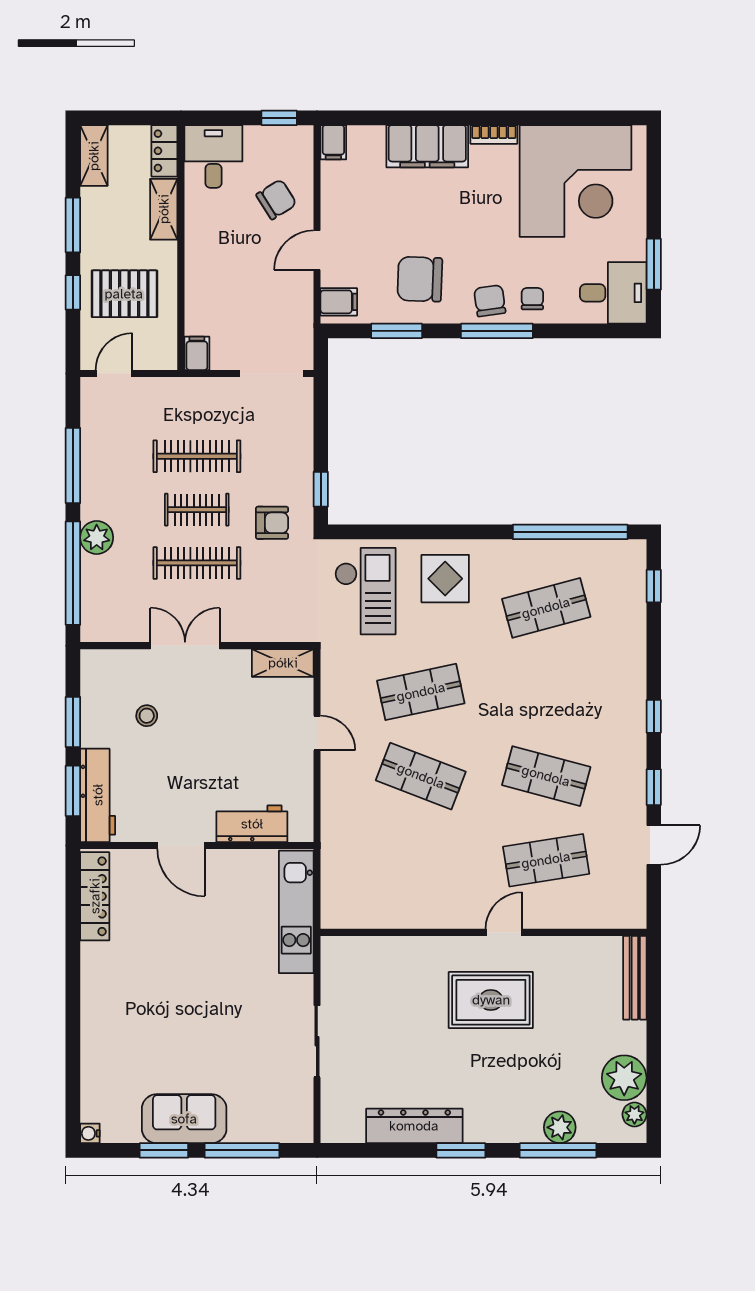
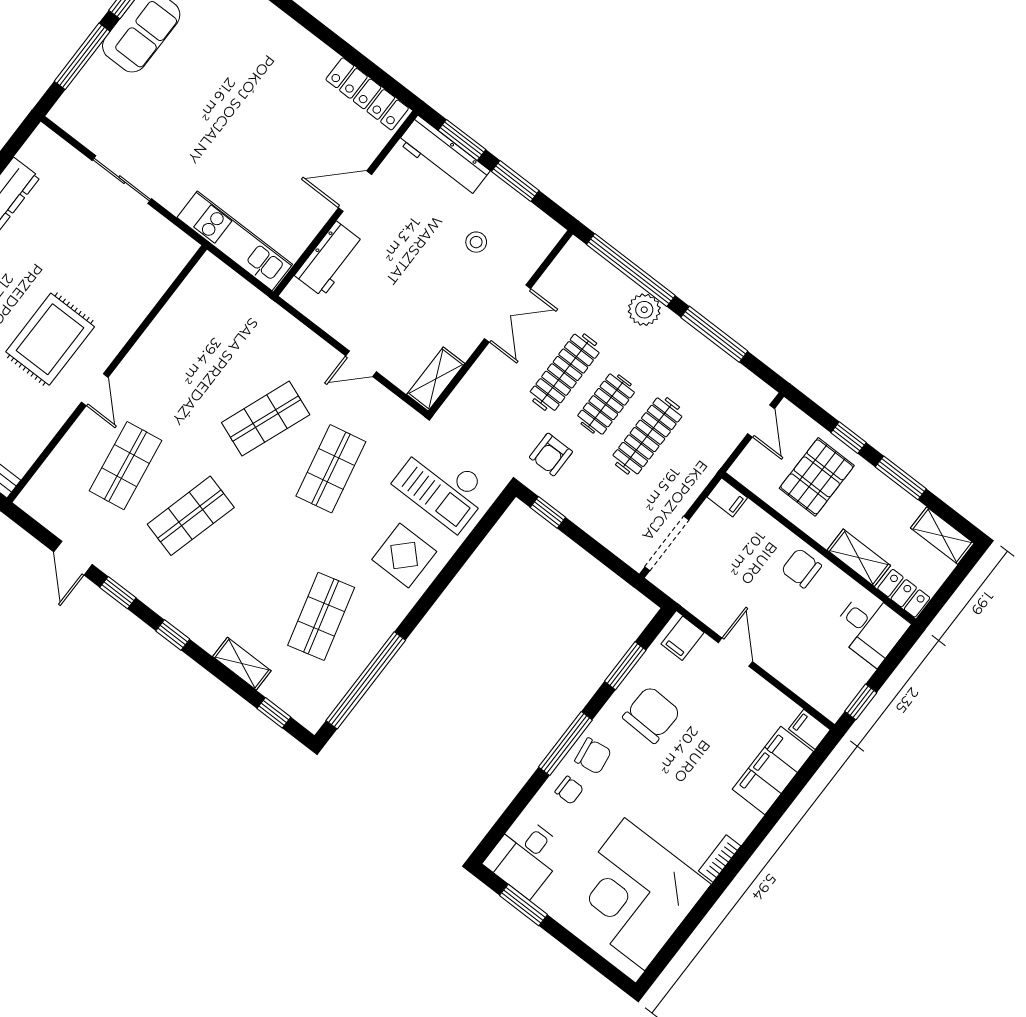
filing cabinet: (427, 146) -> (773, 770), moved
chair: (276, 199) -> (801, 568), moved, turned 122
shelving: (634, 643) -> (242, 664), added

